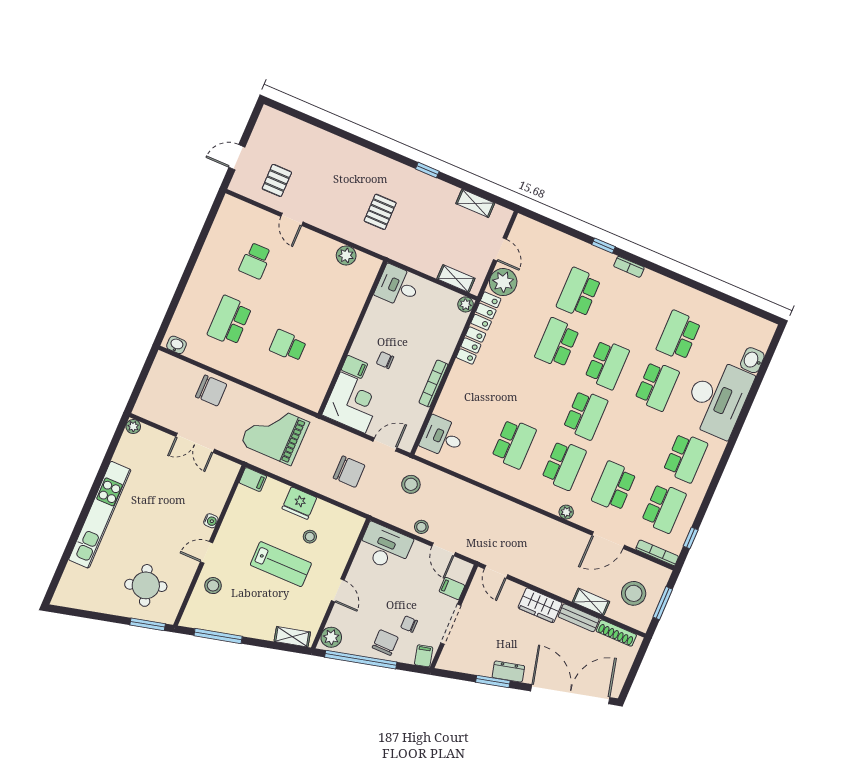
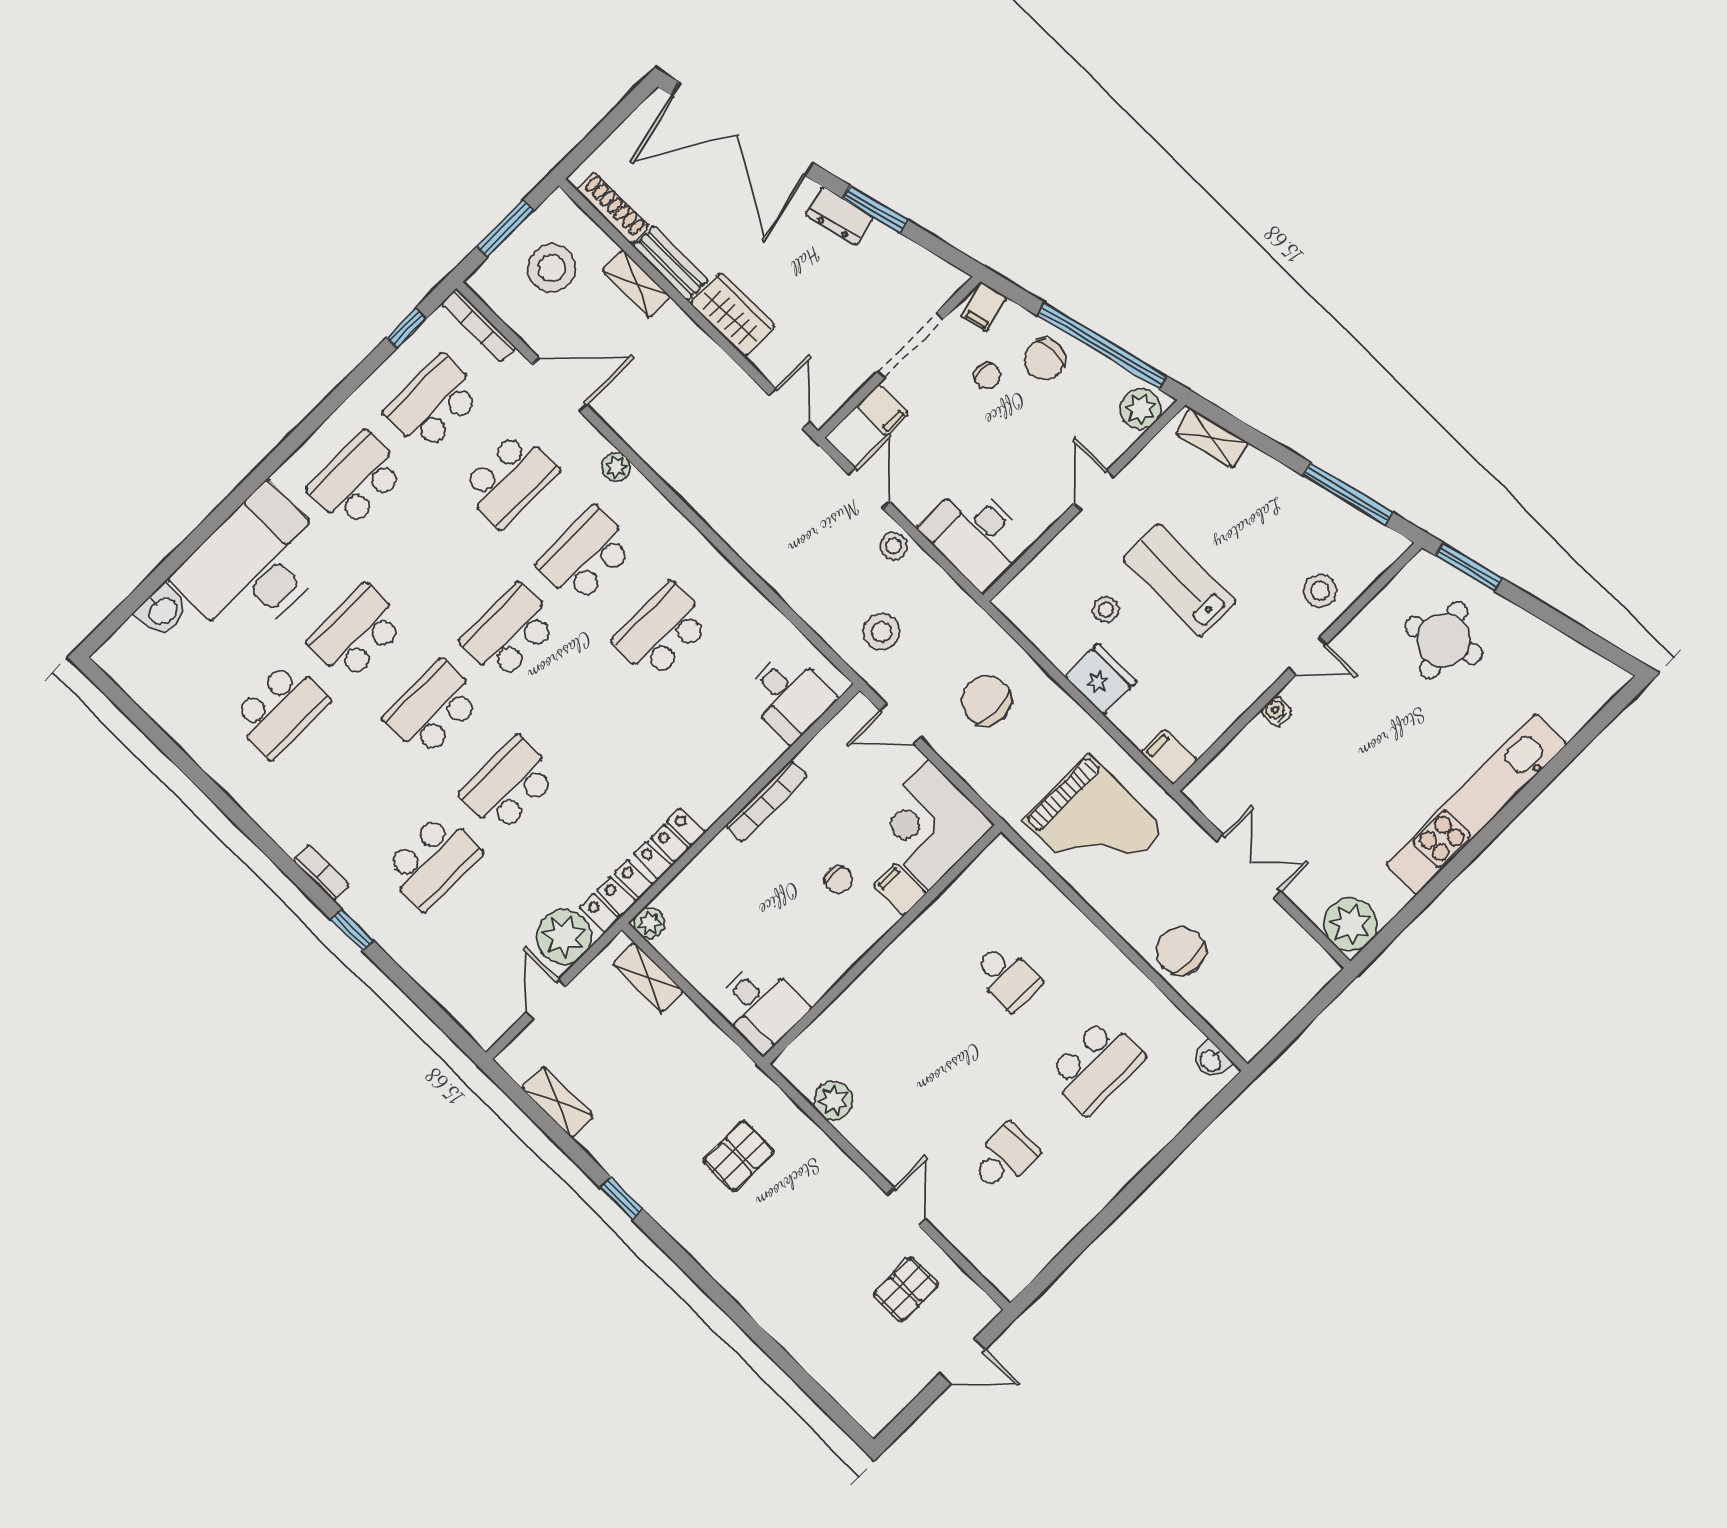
school desk: (557, 343) -> (509, 785), turned 180
plant: (133, 426) -> (1350, 924), width x1.87, depth x1.87

